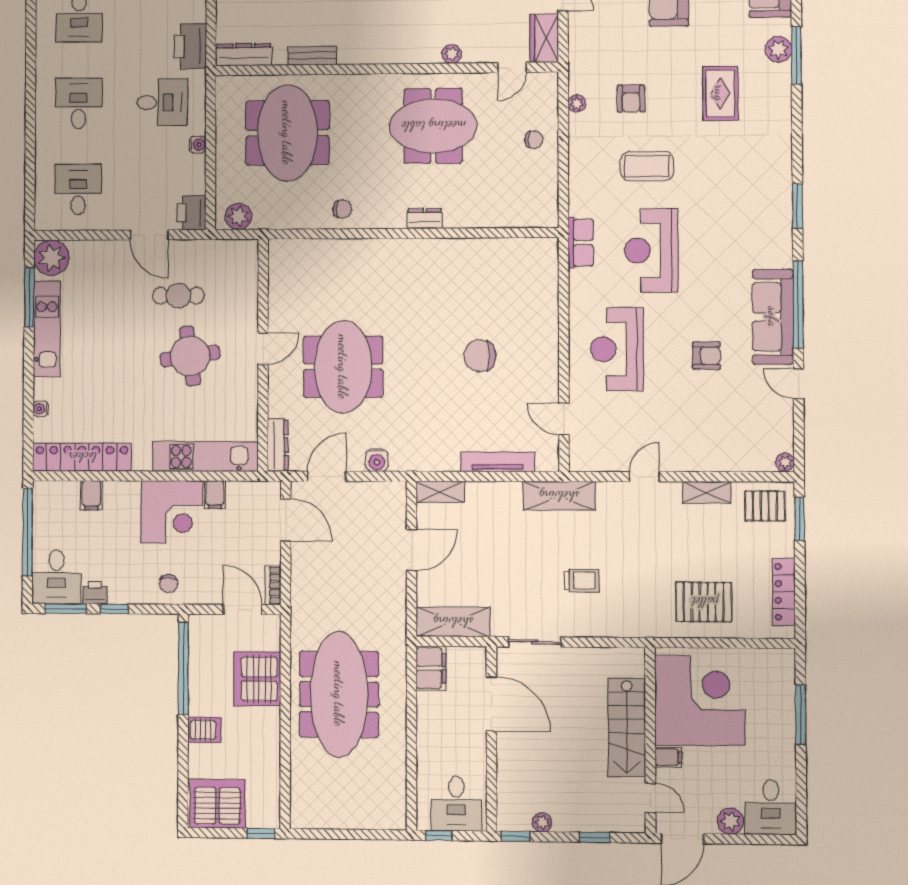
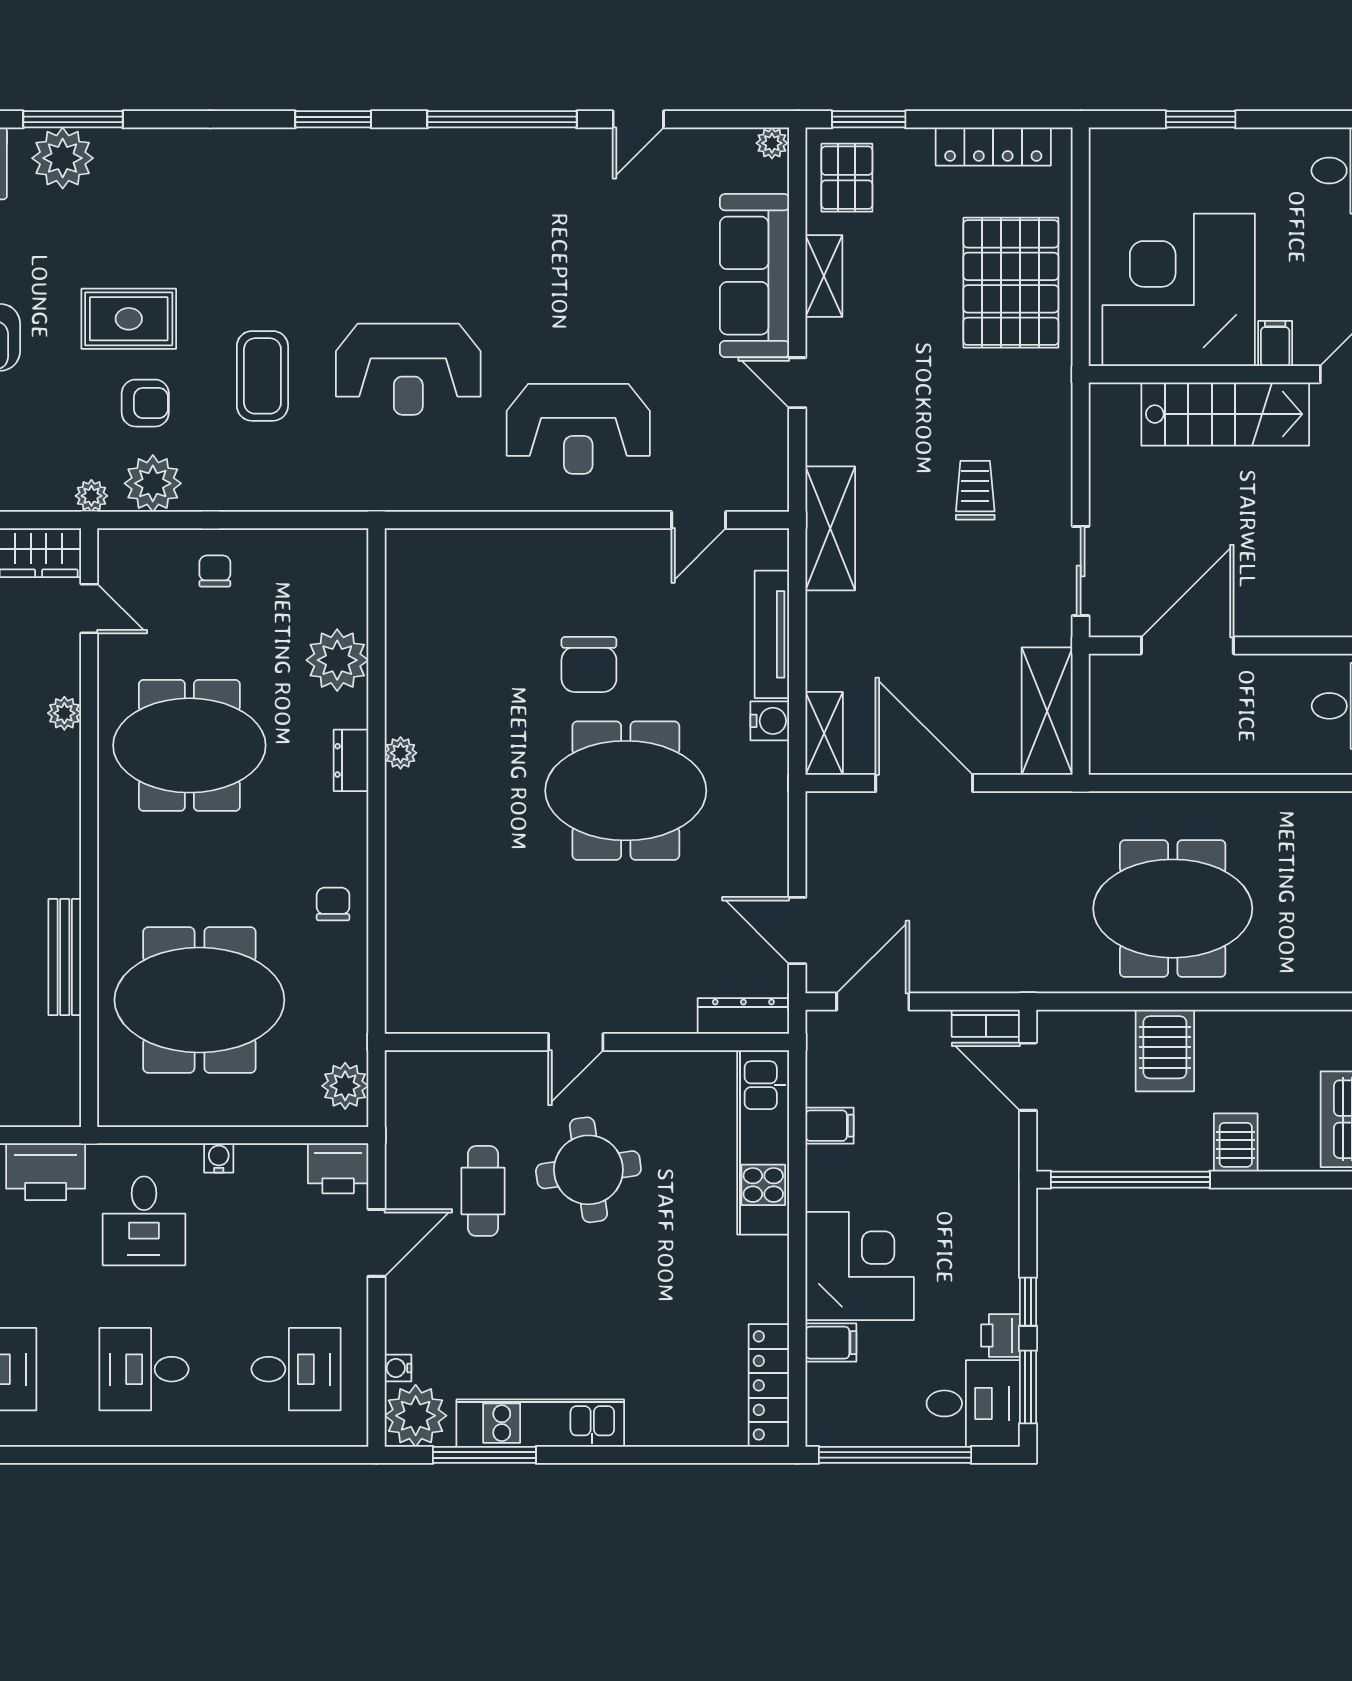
plant: (779, 49) -> (63, 158), width x1.36, depth x1.36
dresser: (244, 55) -> (62, 1077), removed
bench: (312, 56) -> (65, 957), width x1.36
plant: (577, 68) -> (91, 496), added
rug: (720, 93) -> (129, 319), moved
desk: (162, 102) -> (144, 1221), turned 180
plant: (577, 103) -> (153, 483), width x1.87, depth x1.87
meeting table: (433, 126) -> (189, 745), turned 90
desk: (78, 190) -> (296, 1369), turned 180
plant: (482, 210) -> (337, 660), added
row of seats: (581, 243) -> (394, 491), removed
plant: (429, 247) -> (401, 753), added
sofa: (773, 317) -> (755, 276), moved, turned 90
door: (263, 349) -> (576, 1042), swing flipped
armchair: (706, 356) -> (590, 276), removed
meeting table: (343, 367) -> (626, 791), moved
water cooler: (41, 409) -> (398, 1368), moved, turned 90
locker: (82, 457) -> (769, 1385), width x0.71, depth x0.83
water cooler: (377, 460) -> (770, 721), moved
corner desk: (172, 512) -> (860, 1266), moved
door: (412, 550) -> (924, 783), width x1.36
chair: (169, 584) -> (984, 1206), removed
pallet: (704, 602) -> (1011, 283), width x1.37, depth x1.41
door: (243, 610) -> (1028, 1077), hinge flipped
filing cabinet: (431, 668) -> (1127, 750), removed
server rack: (257, 679) -> (1165, 1051), width x0.62
meeting table: (339, 694) -> (1173, 909), width x0.73
window: (801, 714) -> (1201, 119), width x0.69

